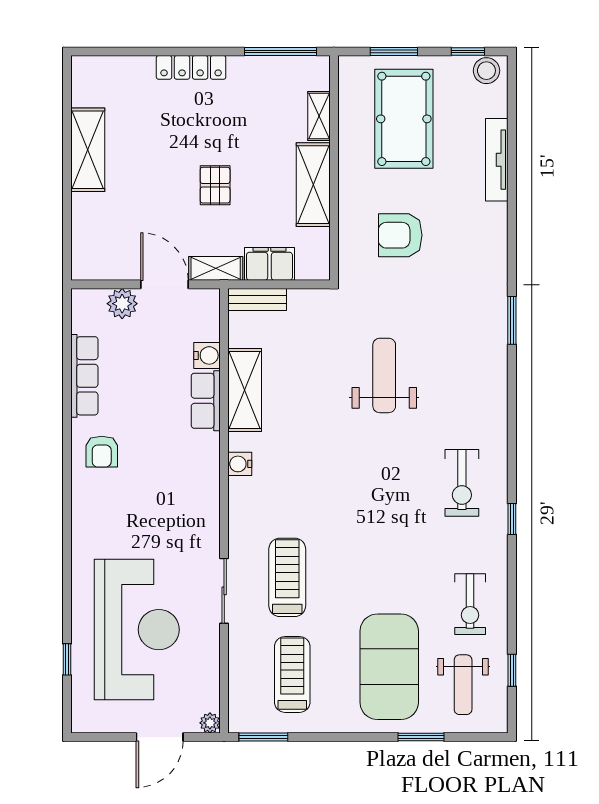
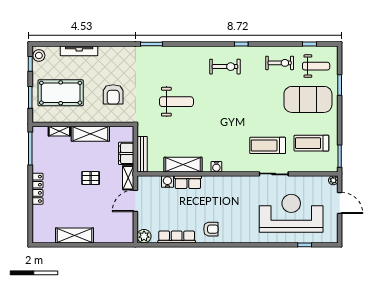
bench: (257, 299) -> (142, 154), width x1.36
plant: (122, 304) -> (144, 236), moved
weight bench: (384, 375) -> (176, 102), turned 180

